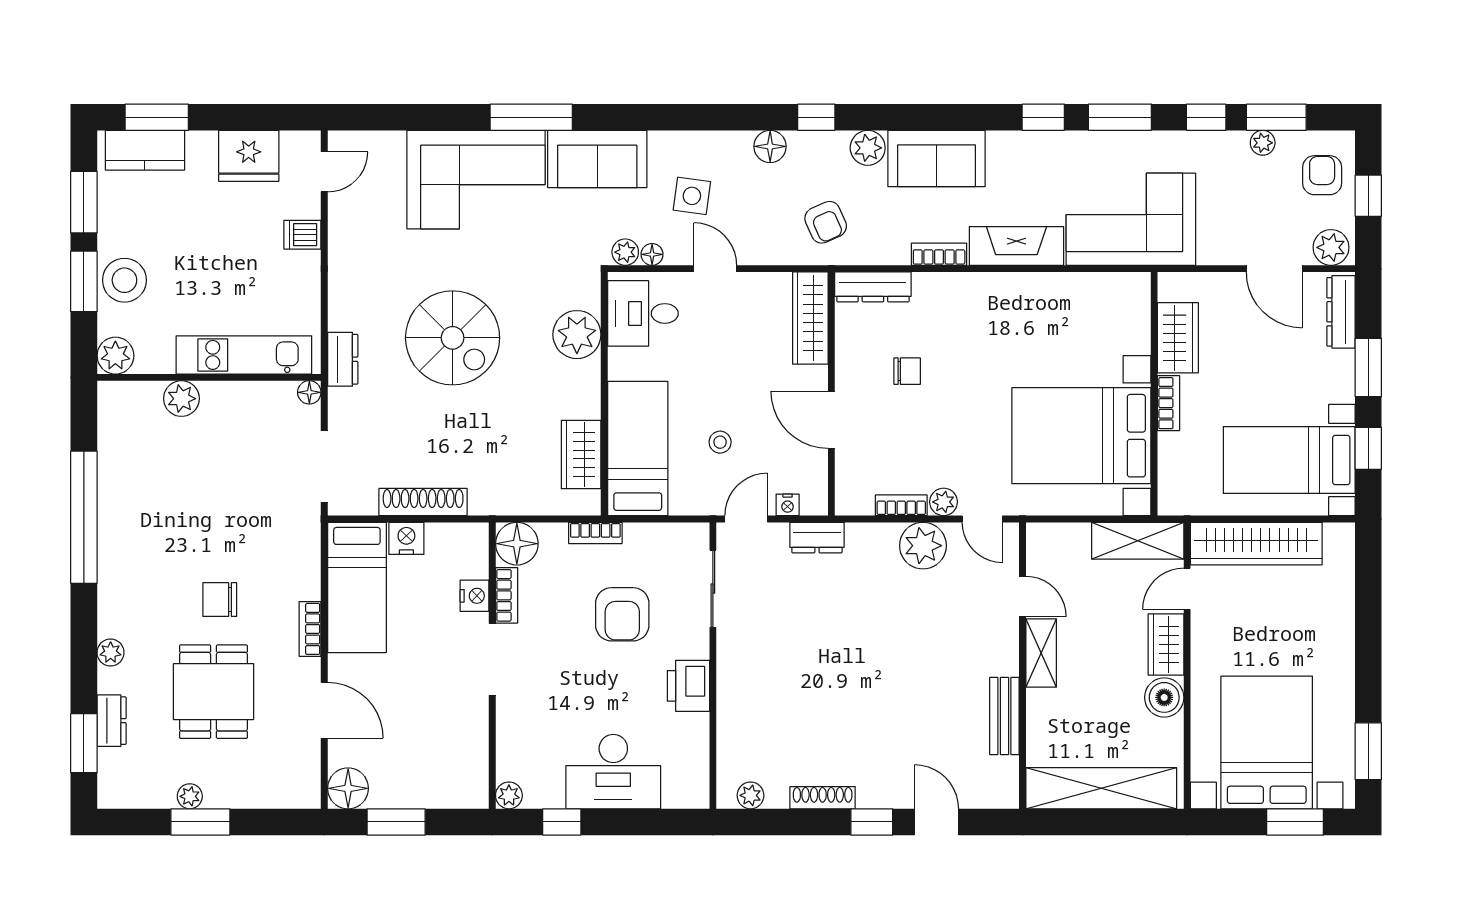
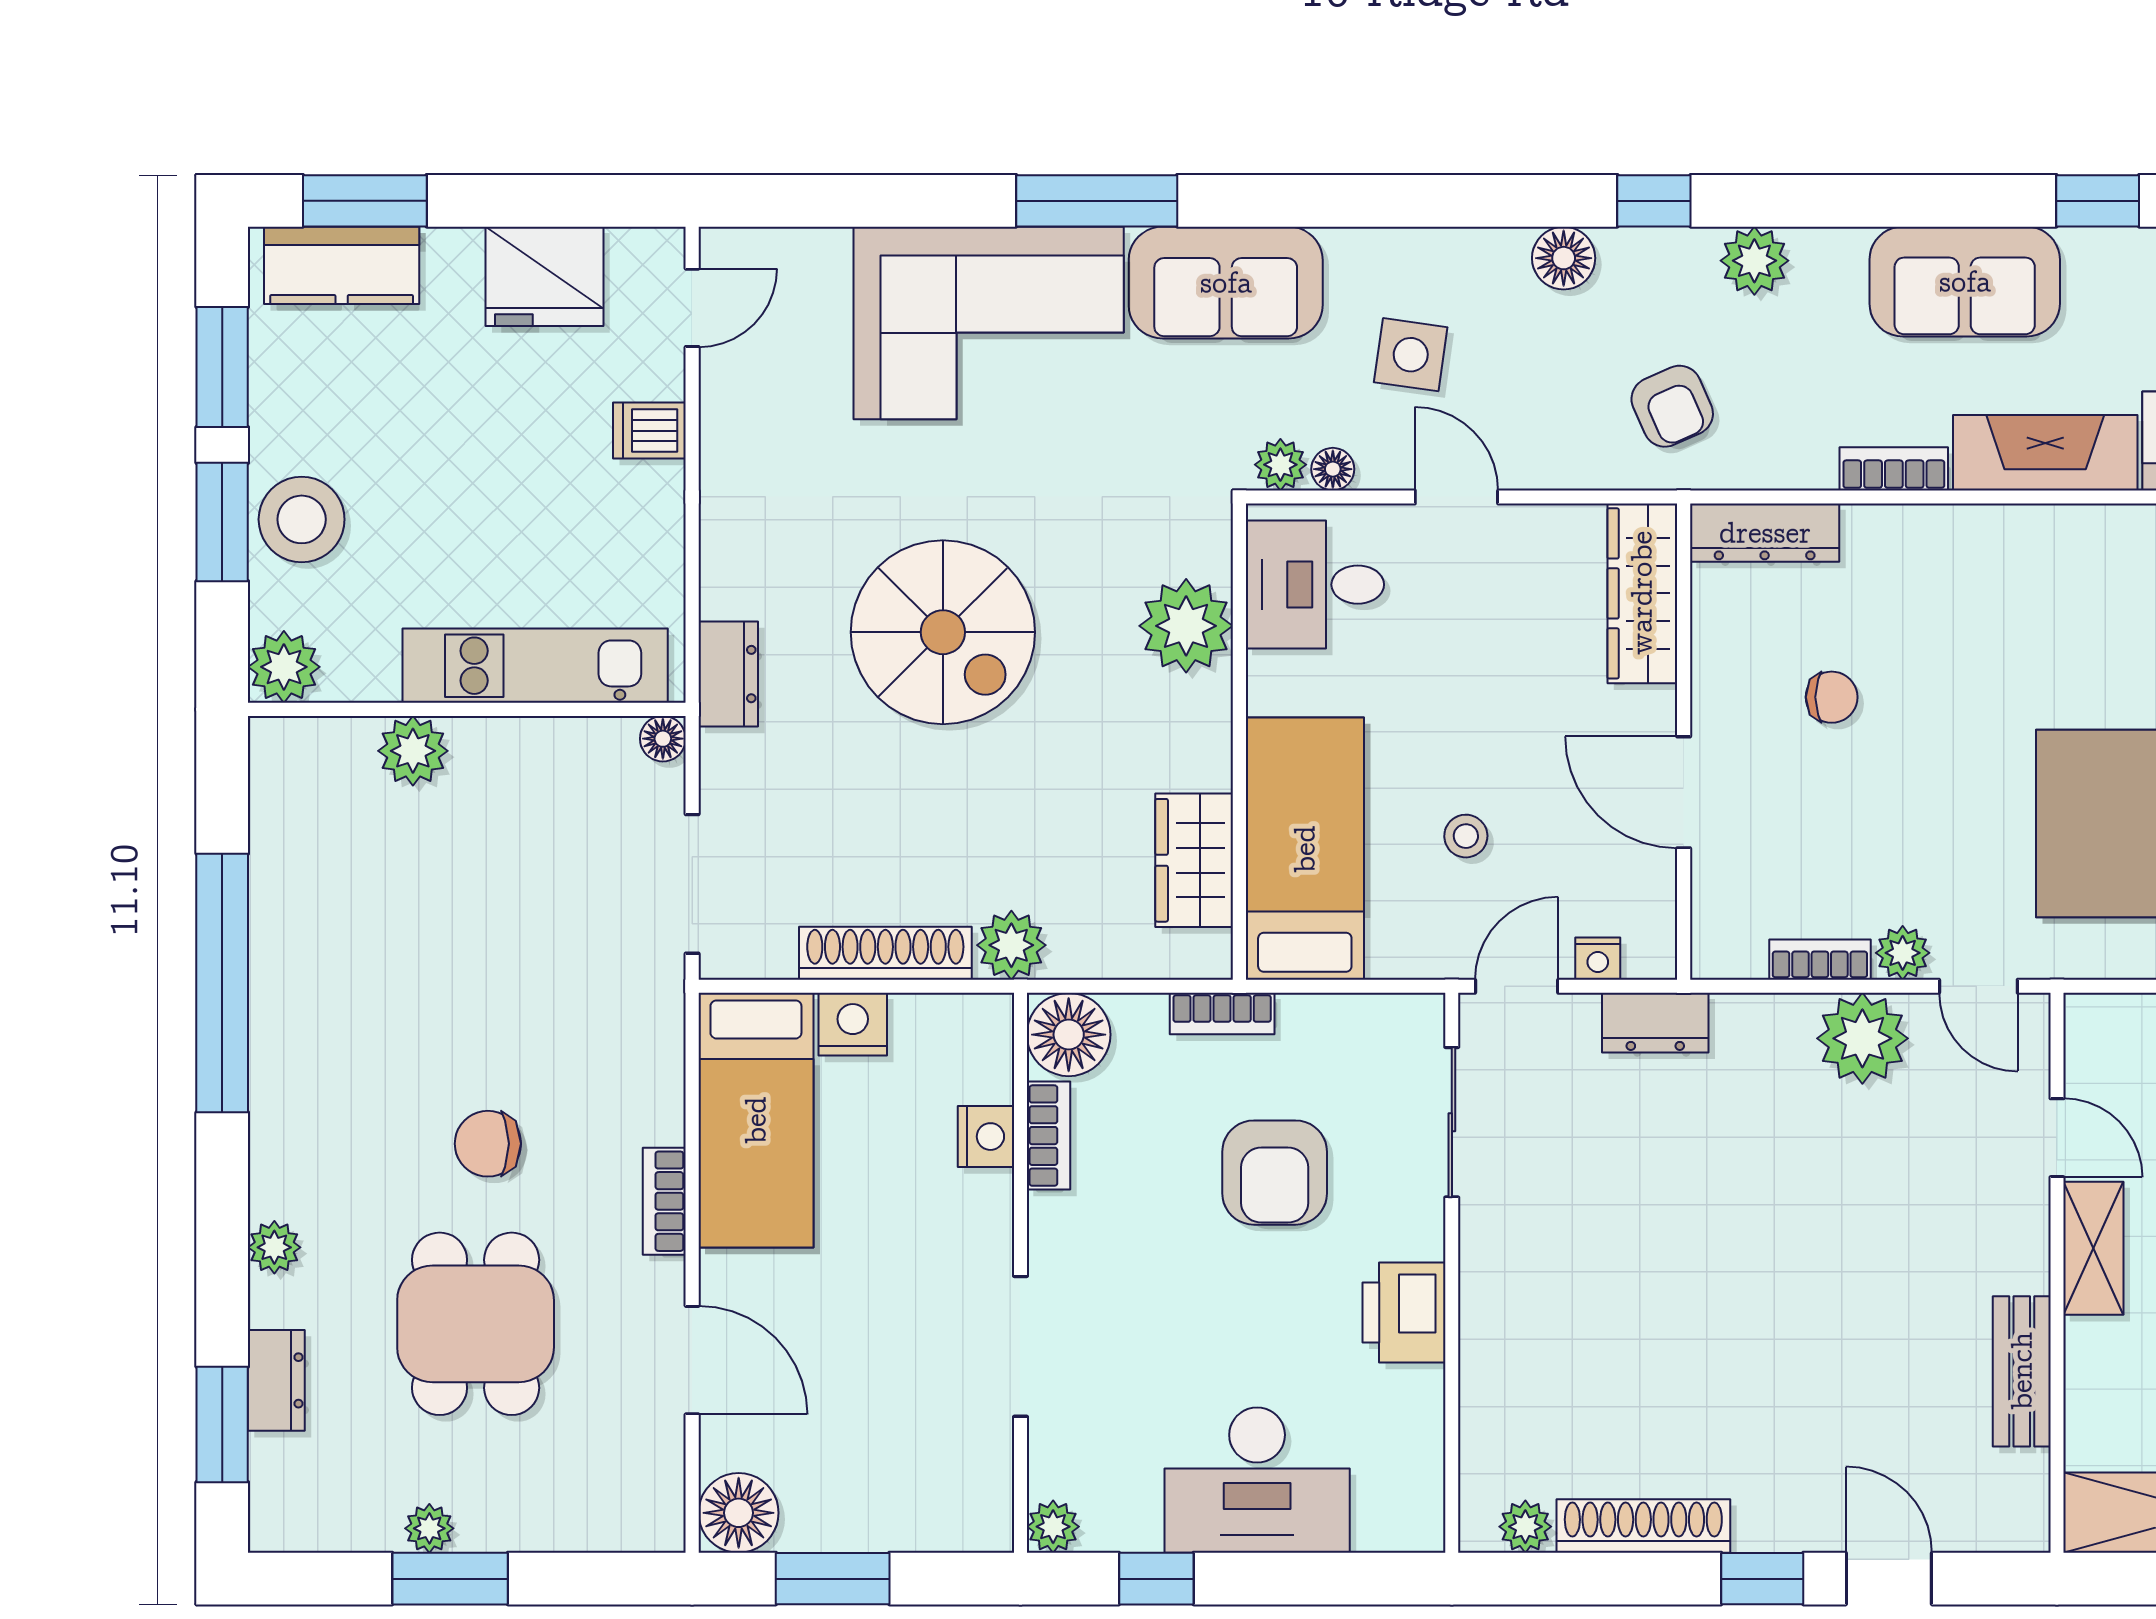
sofa: (936, 158) -> (1965, 282), moved
plant: (488, 498) -> (1011, 945), added
doorway: (492, 659) -> (1020, 1346), moved
shoe rack: (823, 798) -> (1643, 1526), width x1.36, depth x1.24

